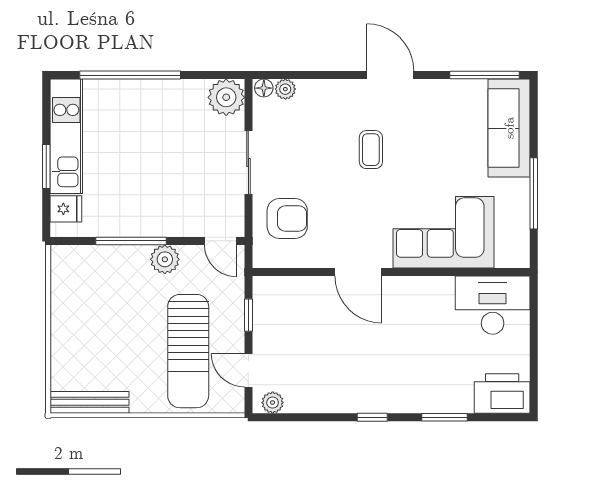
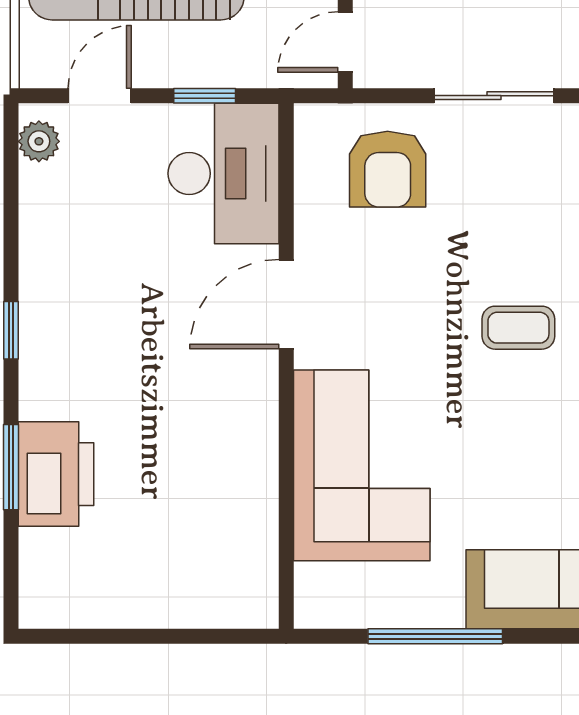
desk: (493, 305) -> (224, 173), moved
printer: (502, 393) -> (56, 474), moved

